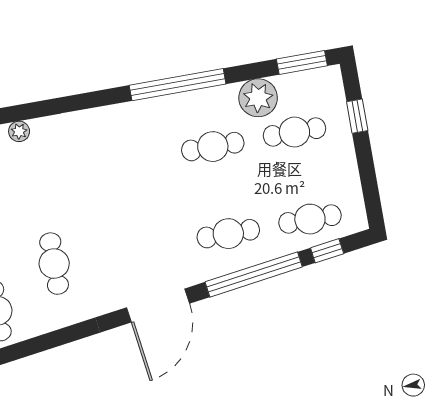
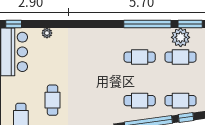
window: (178, 85) -> (147, 24), moved
plant: (258, 98) -> (181, 37), moved

